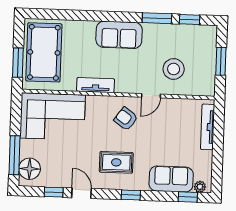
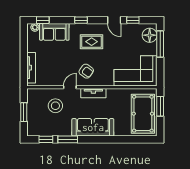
sofa: (119, 35) -> (93, 127), width x1.36
tv unit: (96, 85) -> (93, 93), moved

